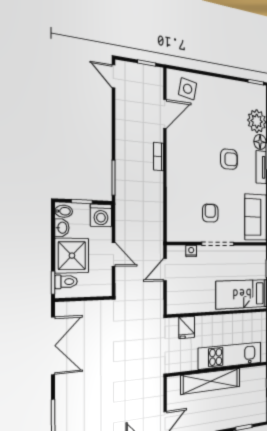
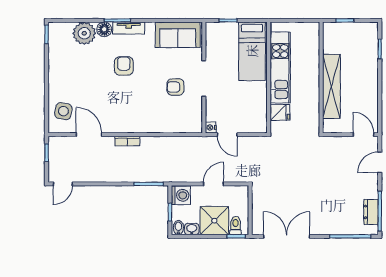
nightstand: (191, 251) -> (211, 127), moved
kitchen unit: (230, 355) -> (280, 67), moved, turned 180

